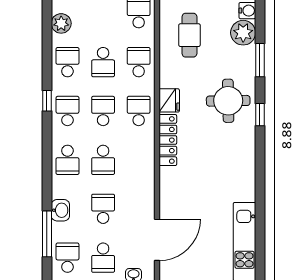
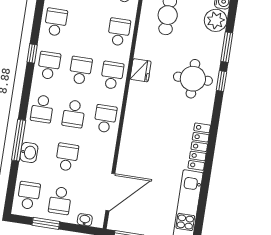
school desk: (103, 62) -> (105, 119), moved, turned 180
window: (260, 115) -> (221, 81), moved
locker: (168, 140) -> (199, 147), moved, turned 180
window: (47, 234) -> (19, 140), moved

